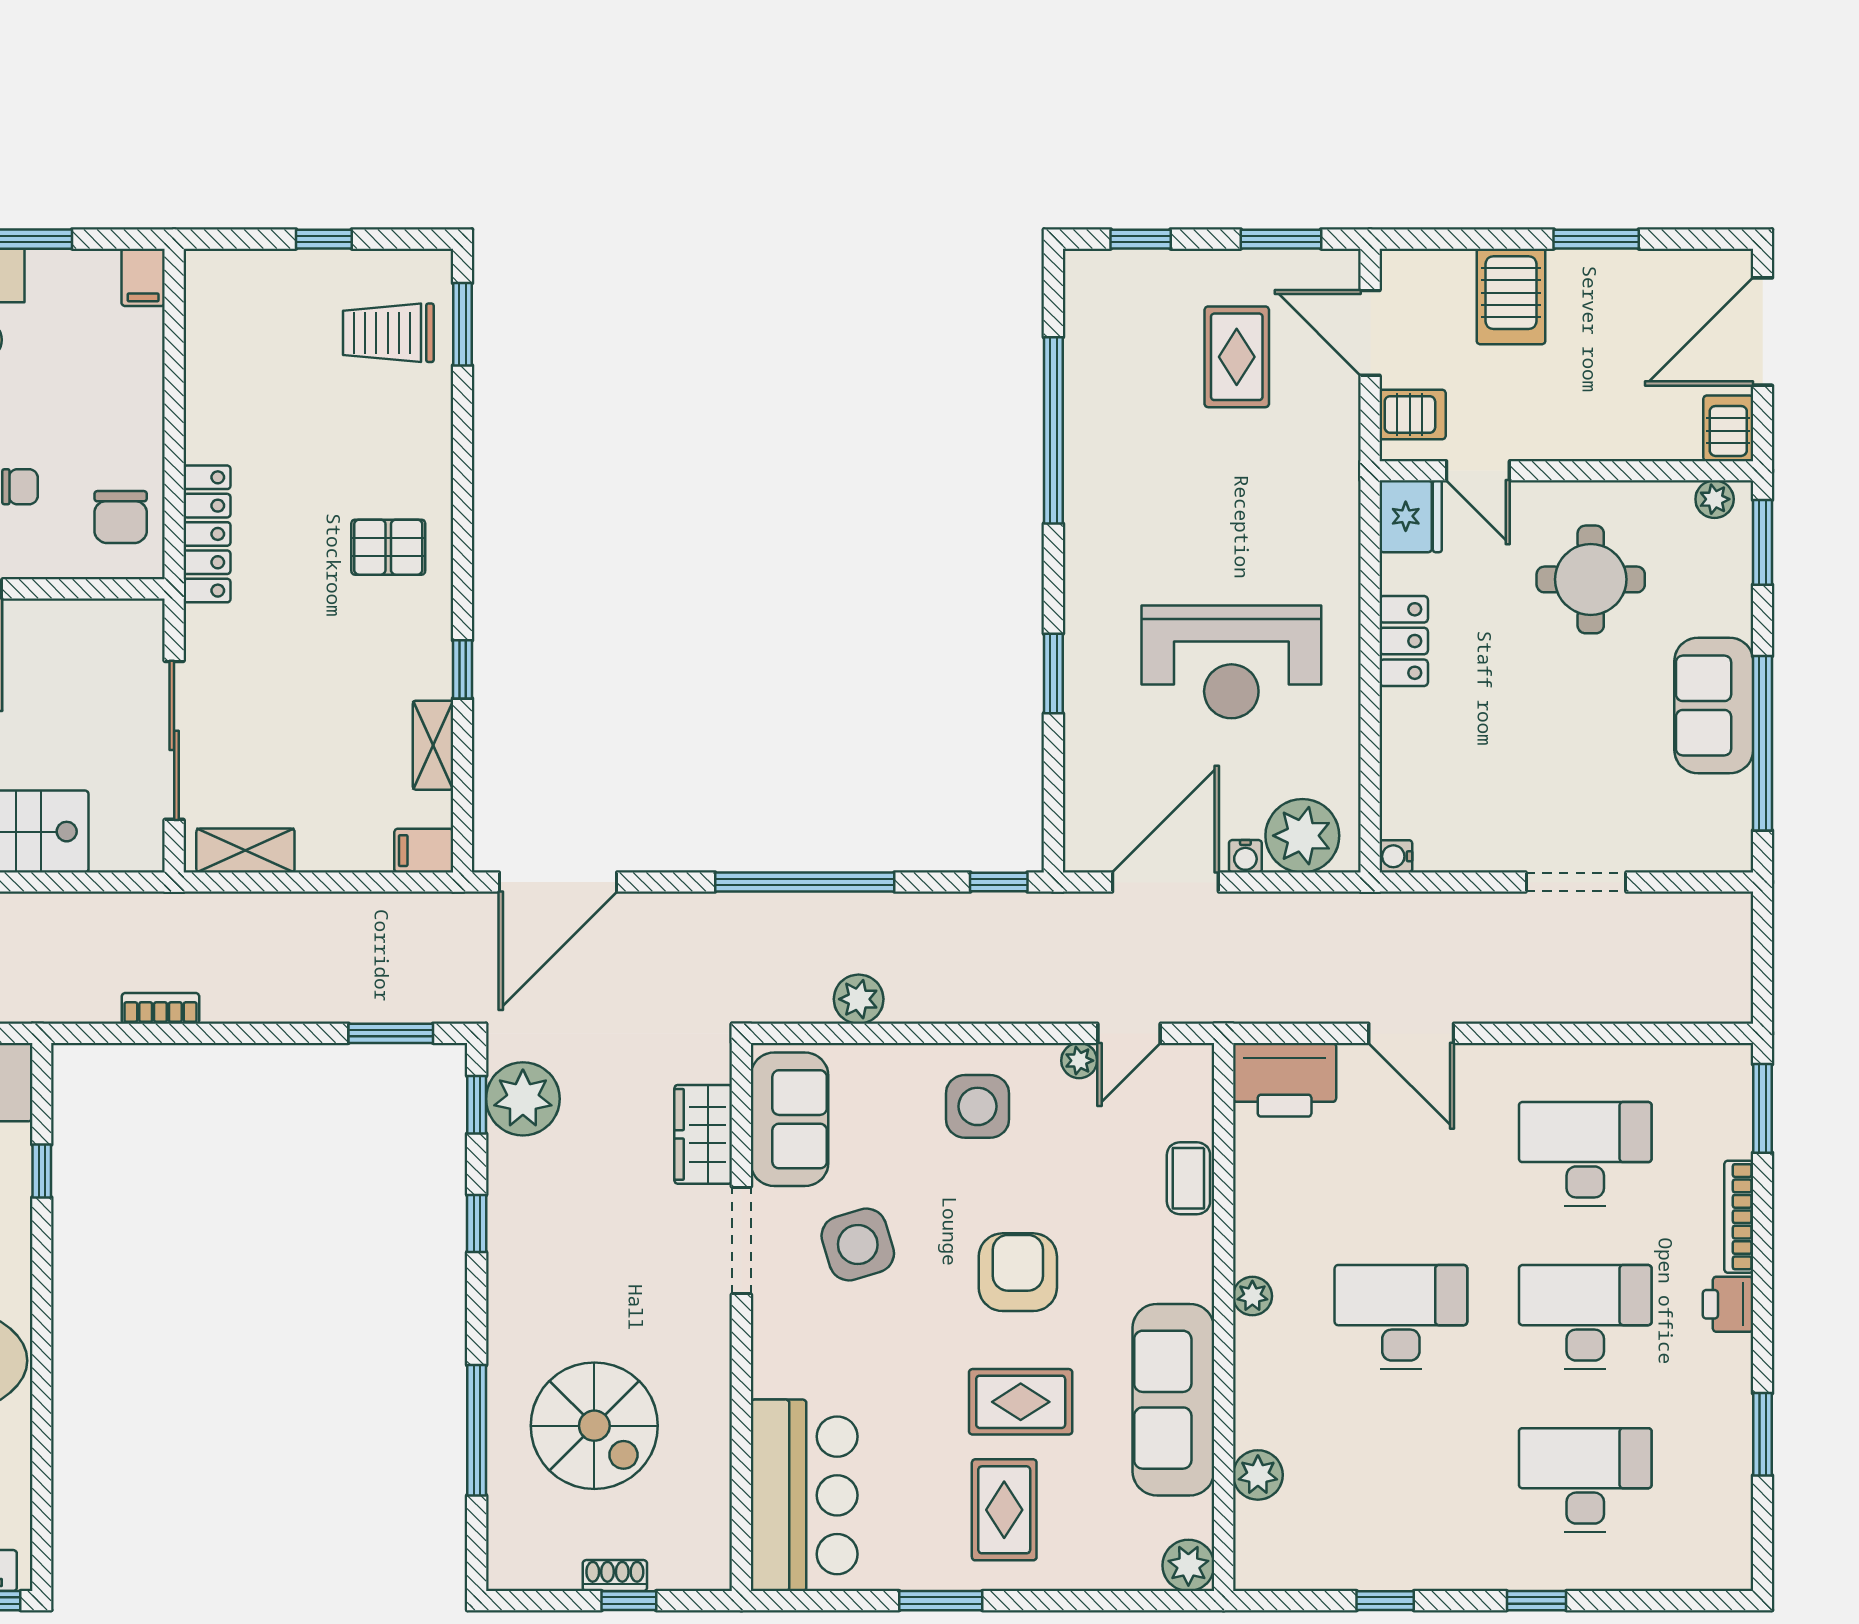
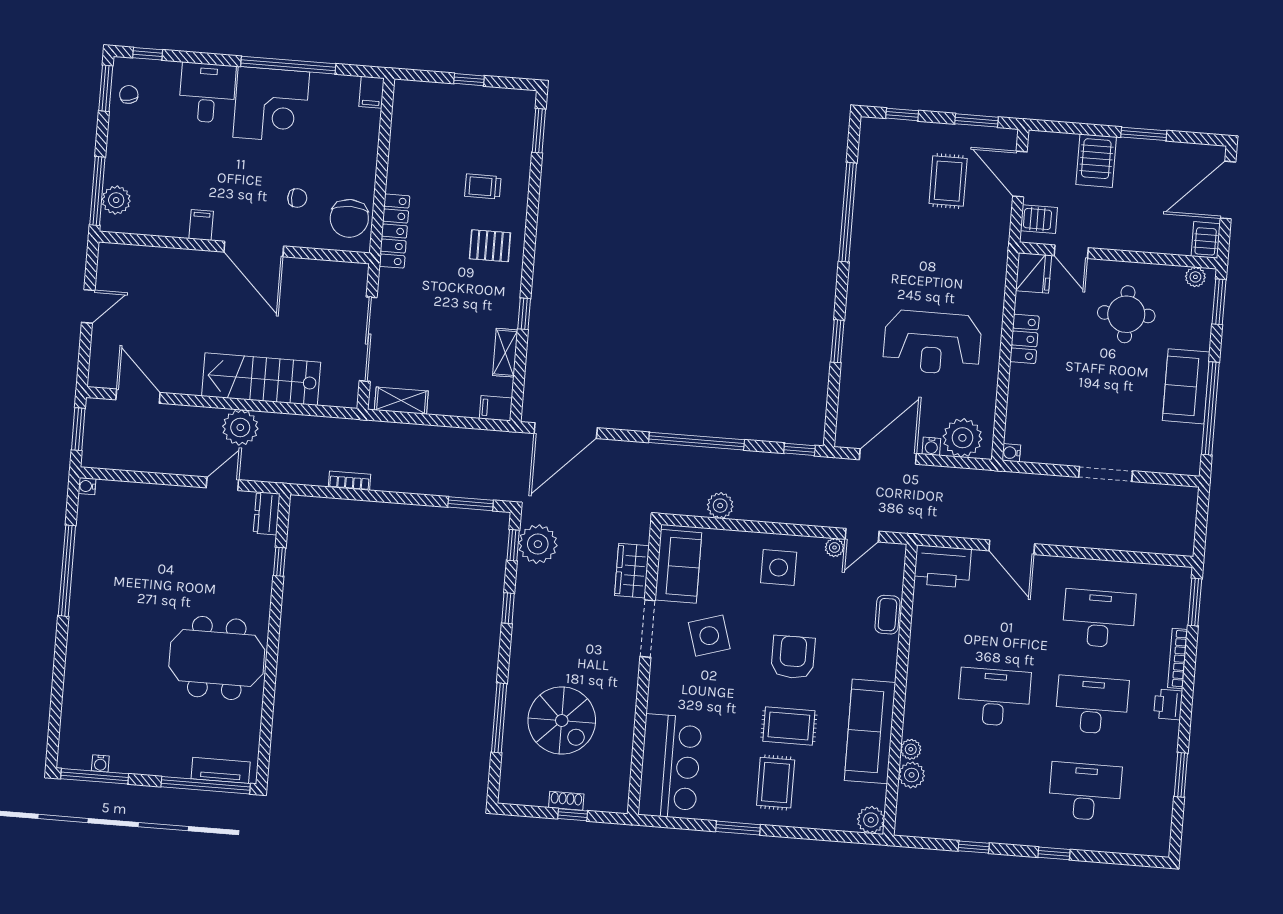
trolley: (388, 333) -> (483, 186), moved, width x0.73, depth x0.72
chair: (121, 517) -> (349, 218), width x1.37, depth x1.37
plant: (1252, 1296) -> (911, 749), moved

